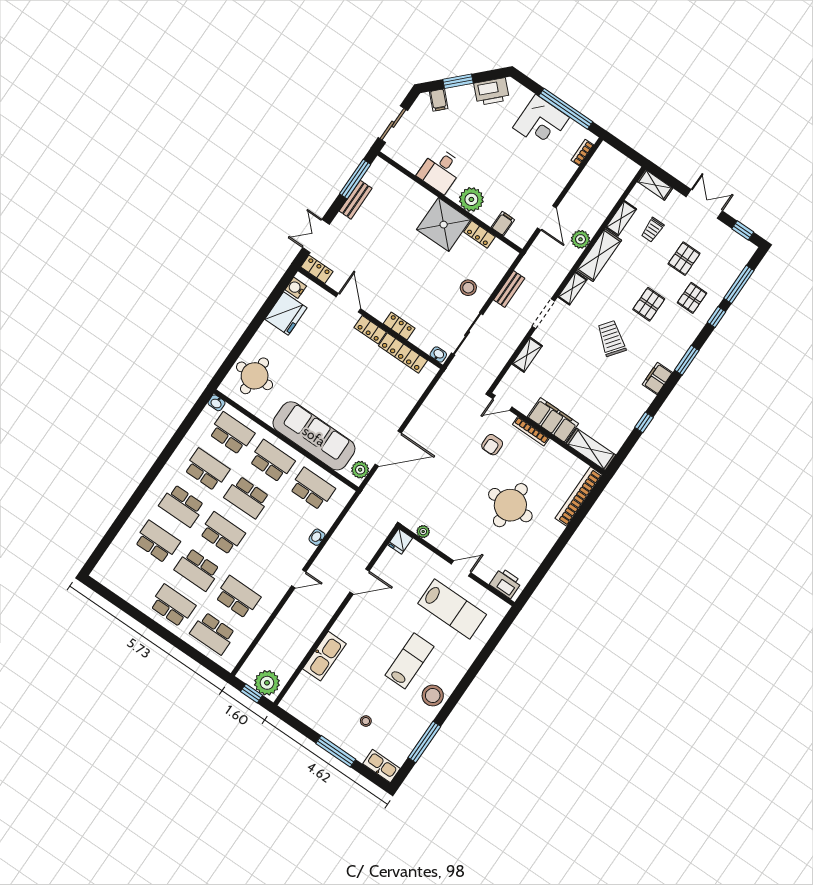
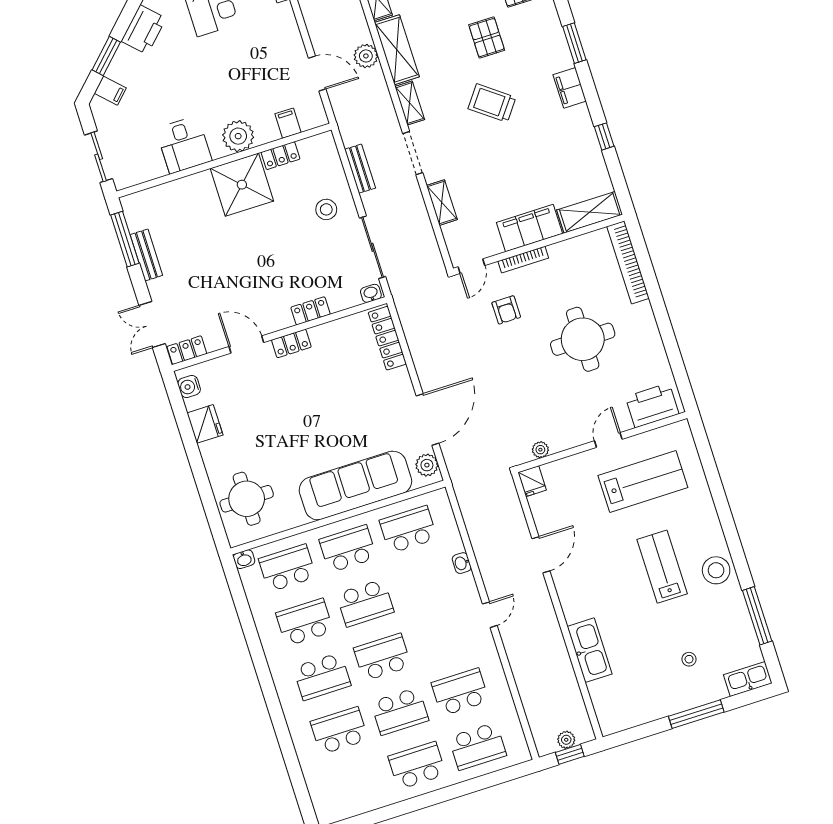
fridge: (286, 314) -> (205, 424), width x0.73, depth x0.75
locker: (403, 353) -> (387, 338), moved, turned 90
printer: (506, 583) -> (652, 405), width x1.37, depth x1.19
plant: (267, 683) -> (566, 740), width x0.53, depth x0.53

